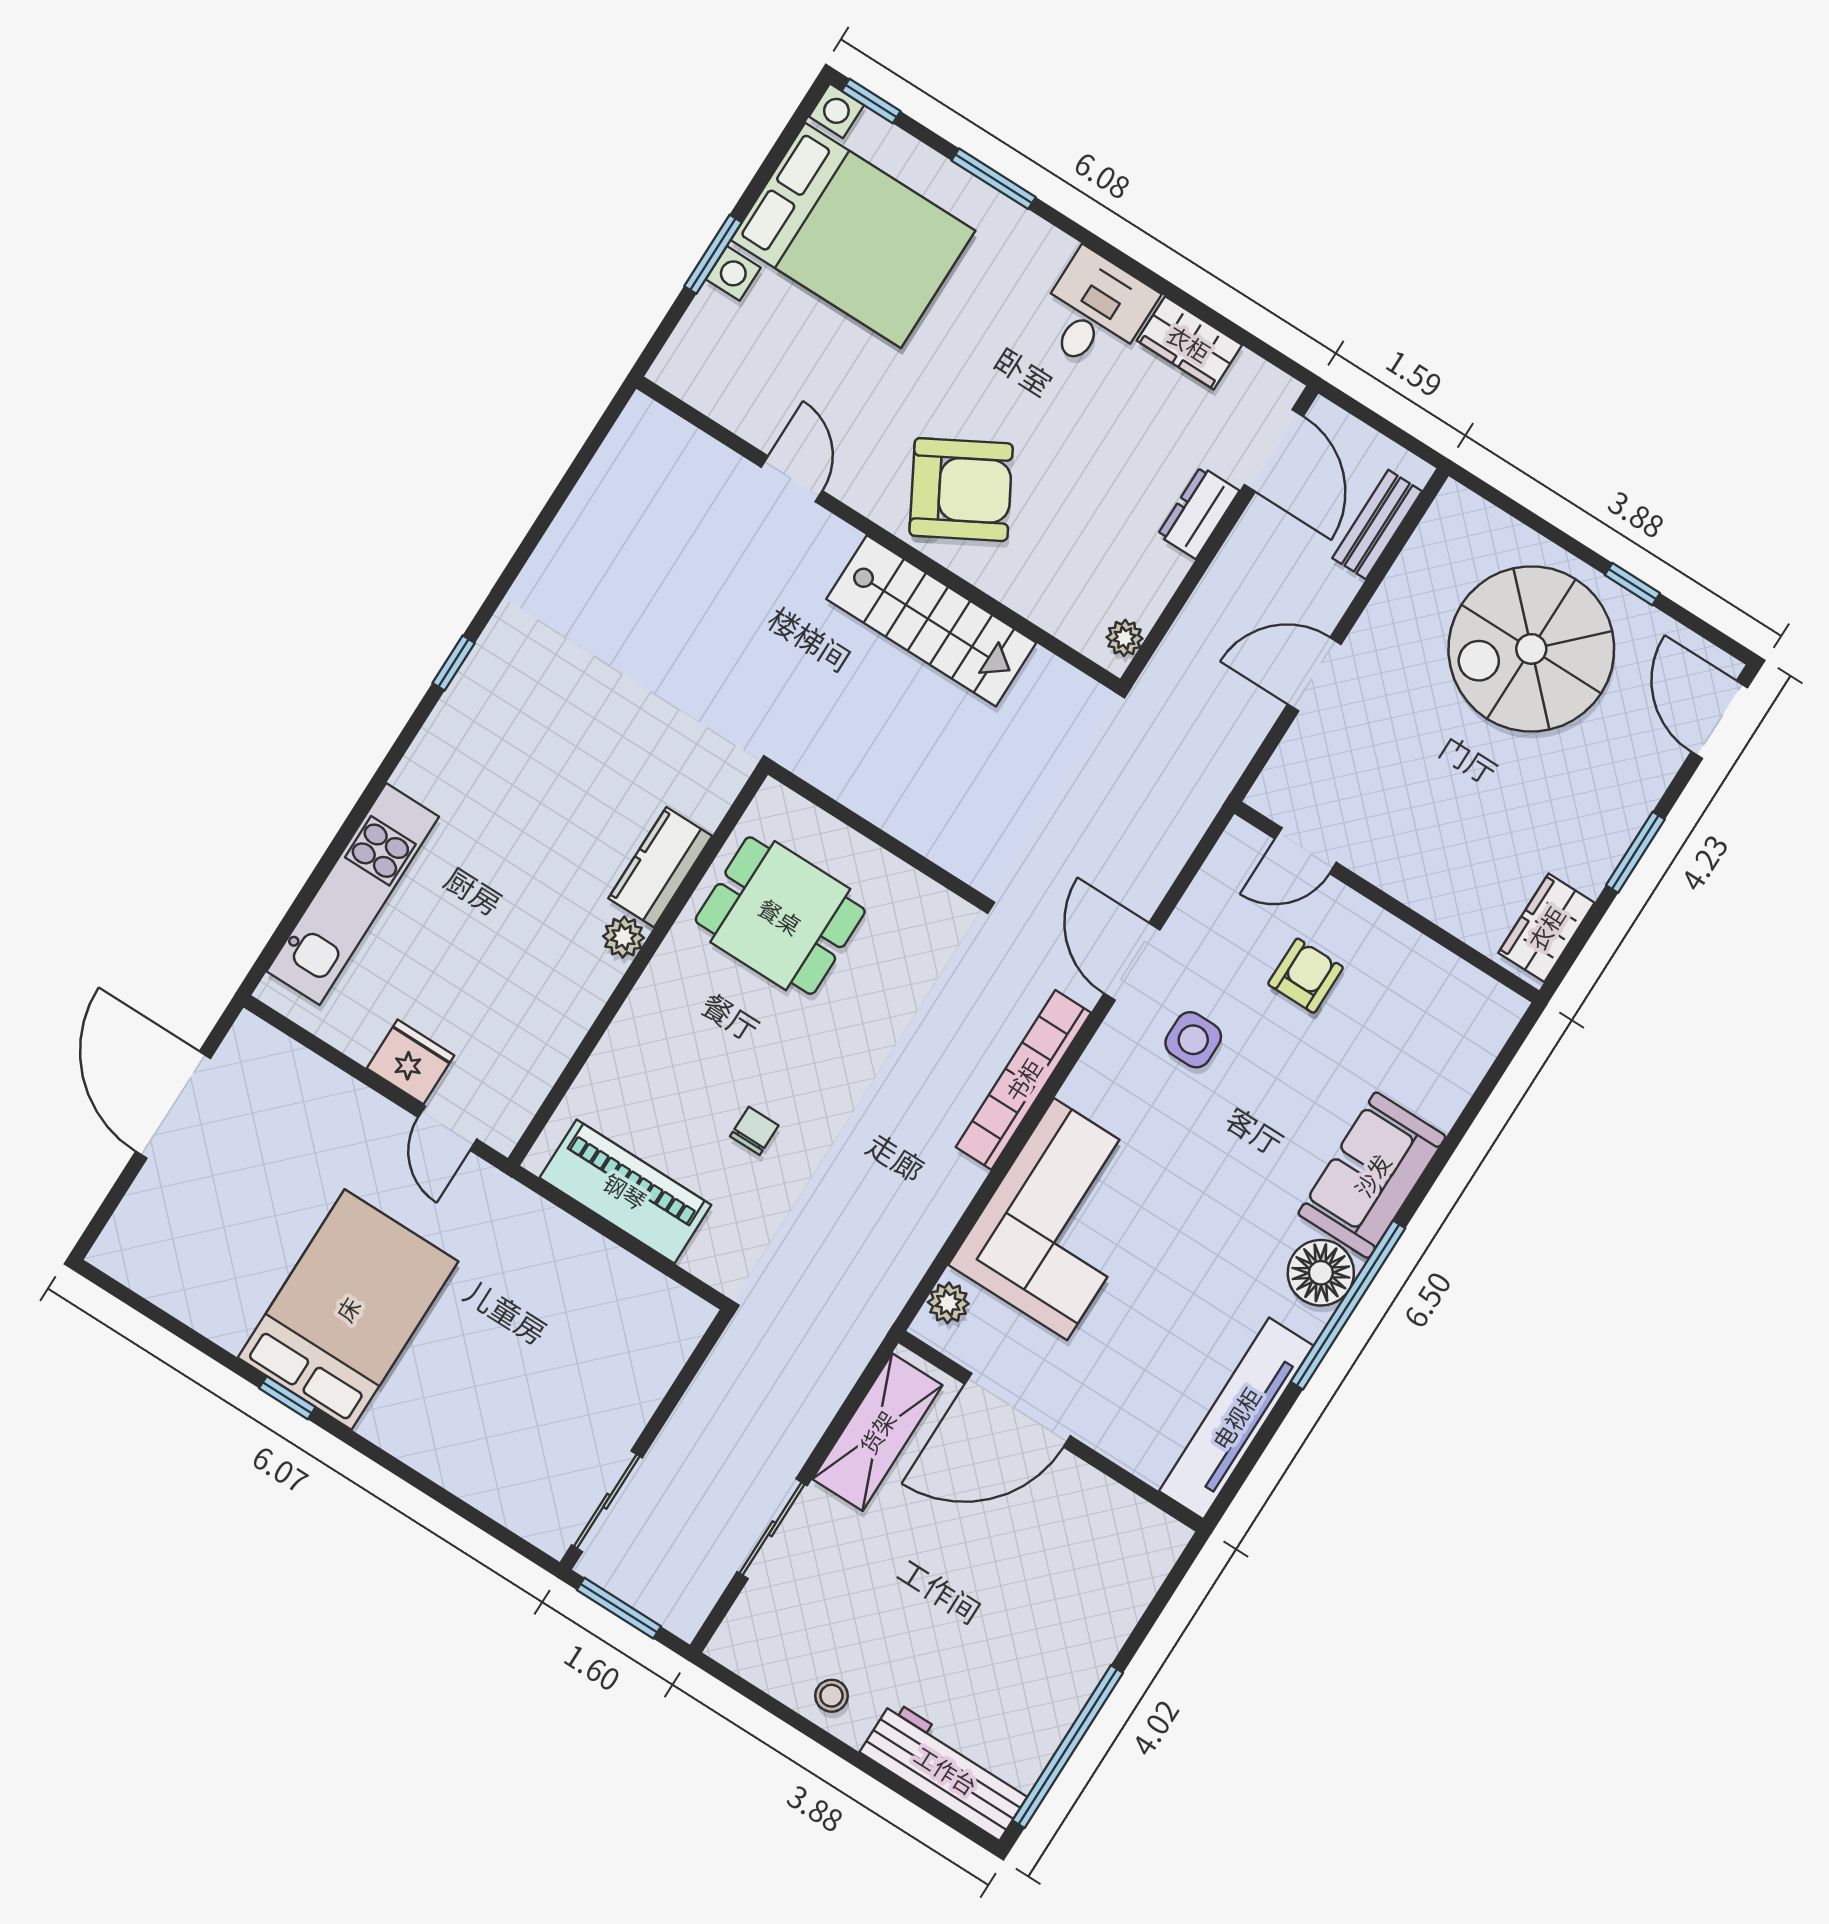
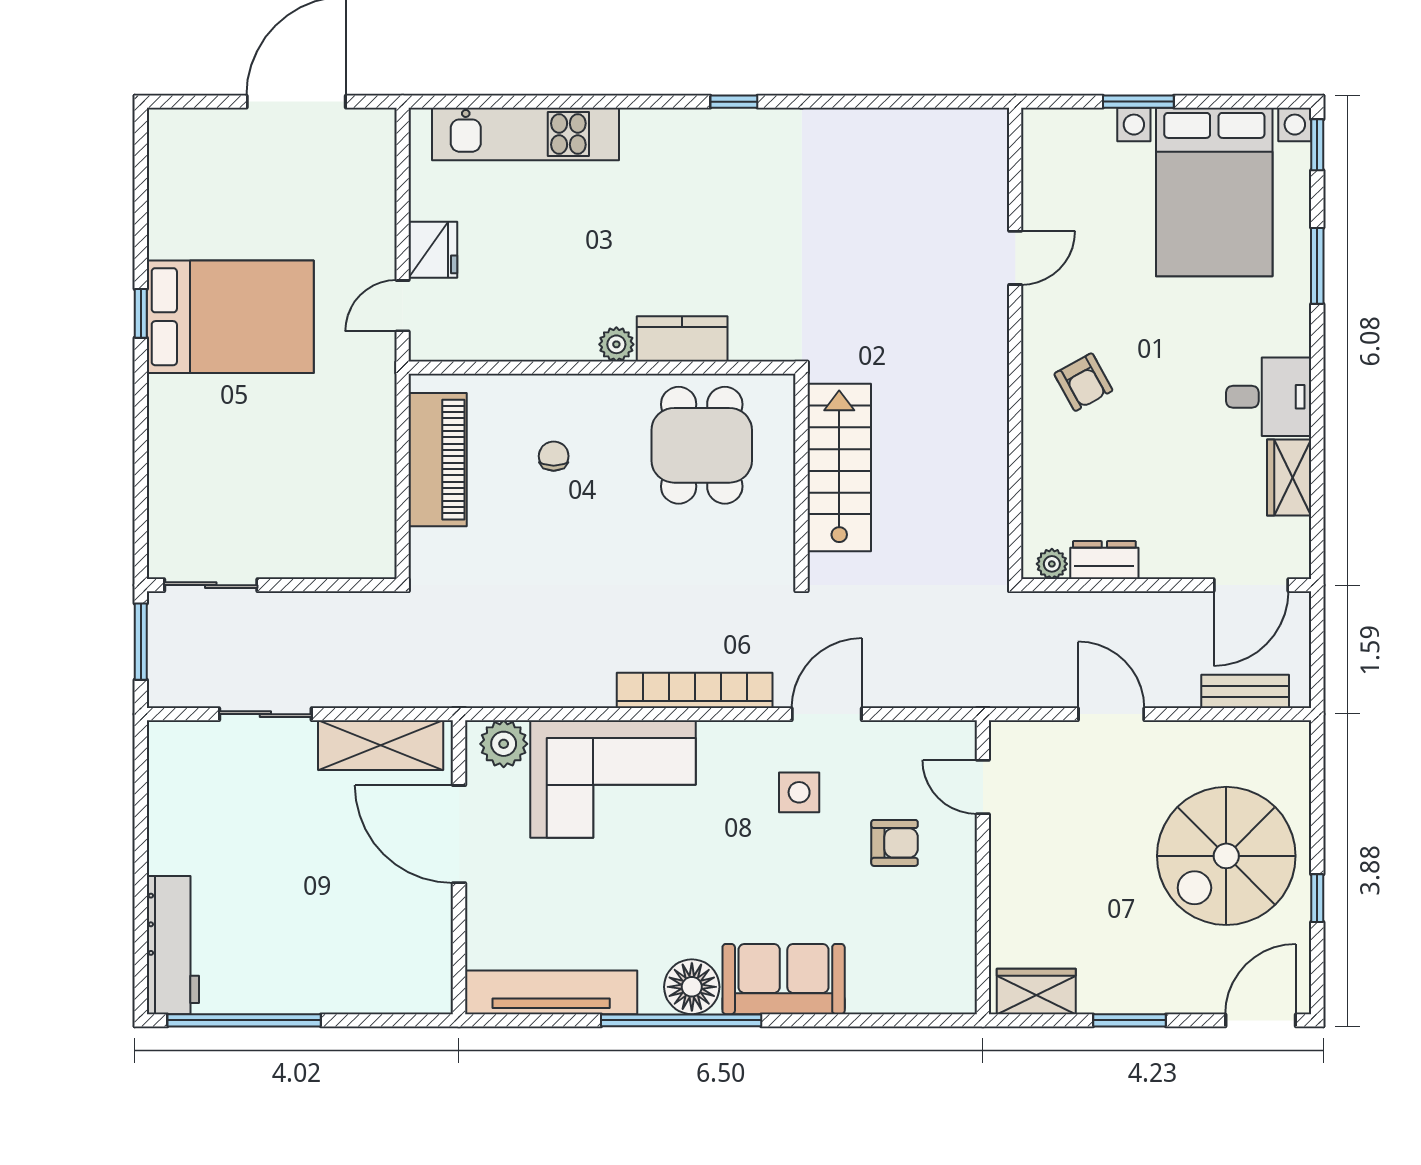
armchair: (961, 490) -> (1083, 382), width x0.53, depth x0.53
dresser: (1198, 513) -> (1104, 560), moved
stairs: (931, 621) -> (839, 467), moved, turned 180
spiral stairs: (1531, 649) -> (1226, 856), turned -90
chair: (754, 1131) -> (554, 456), moved, turned -90
plant: (948, 1303) -> (504, 744), width x1.38, depth x1.38
stool: (831, 1696) -> (174, 831), removed

